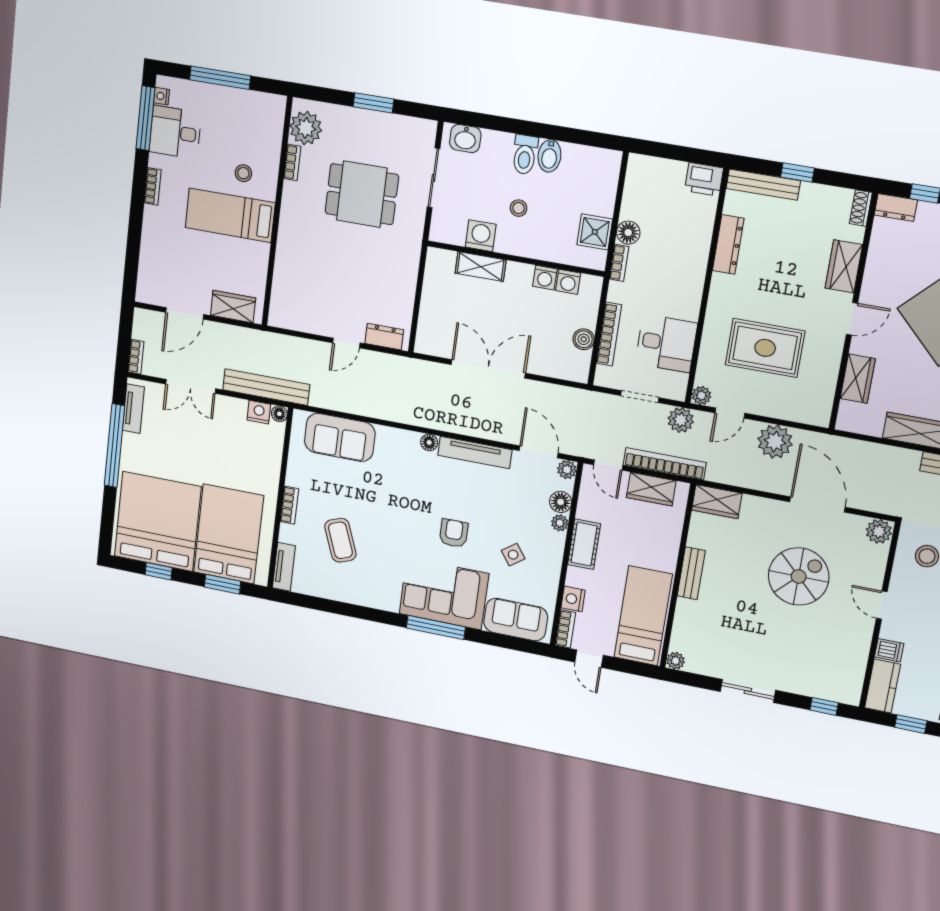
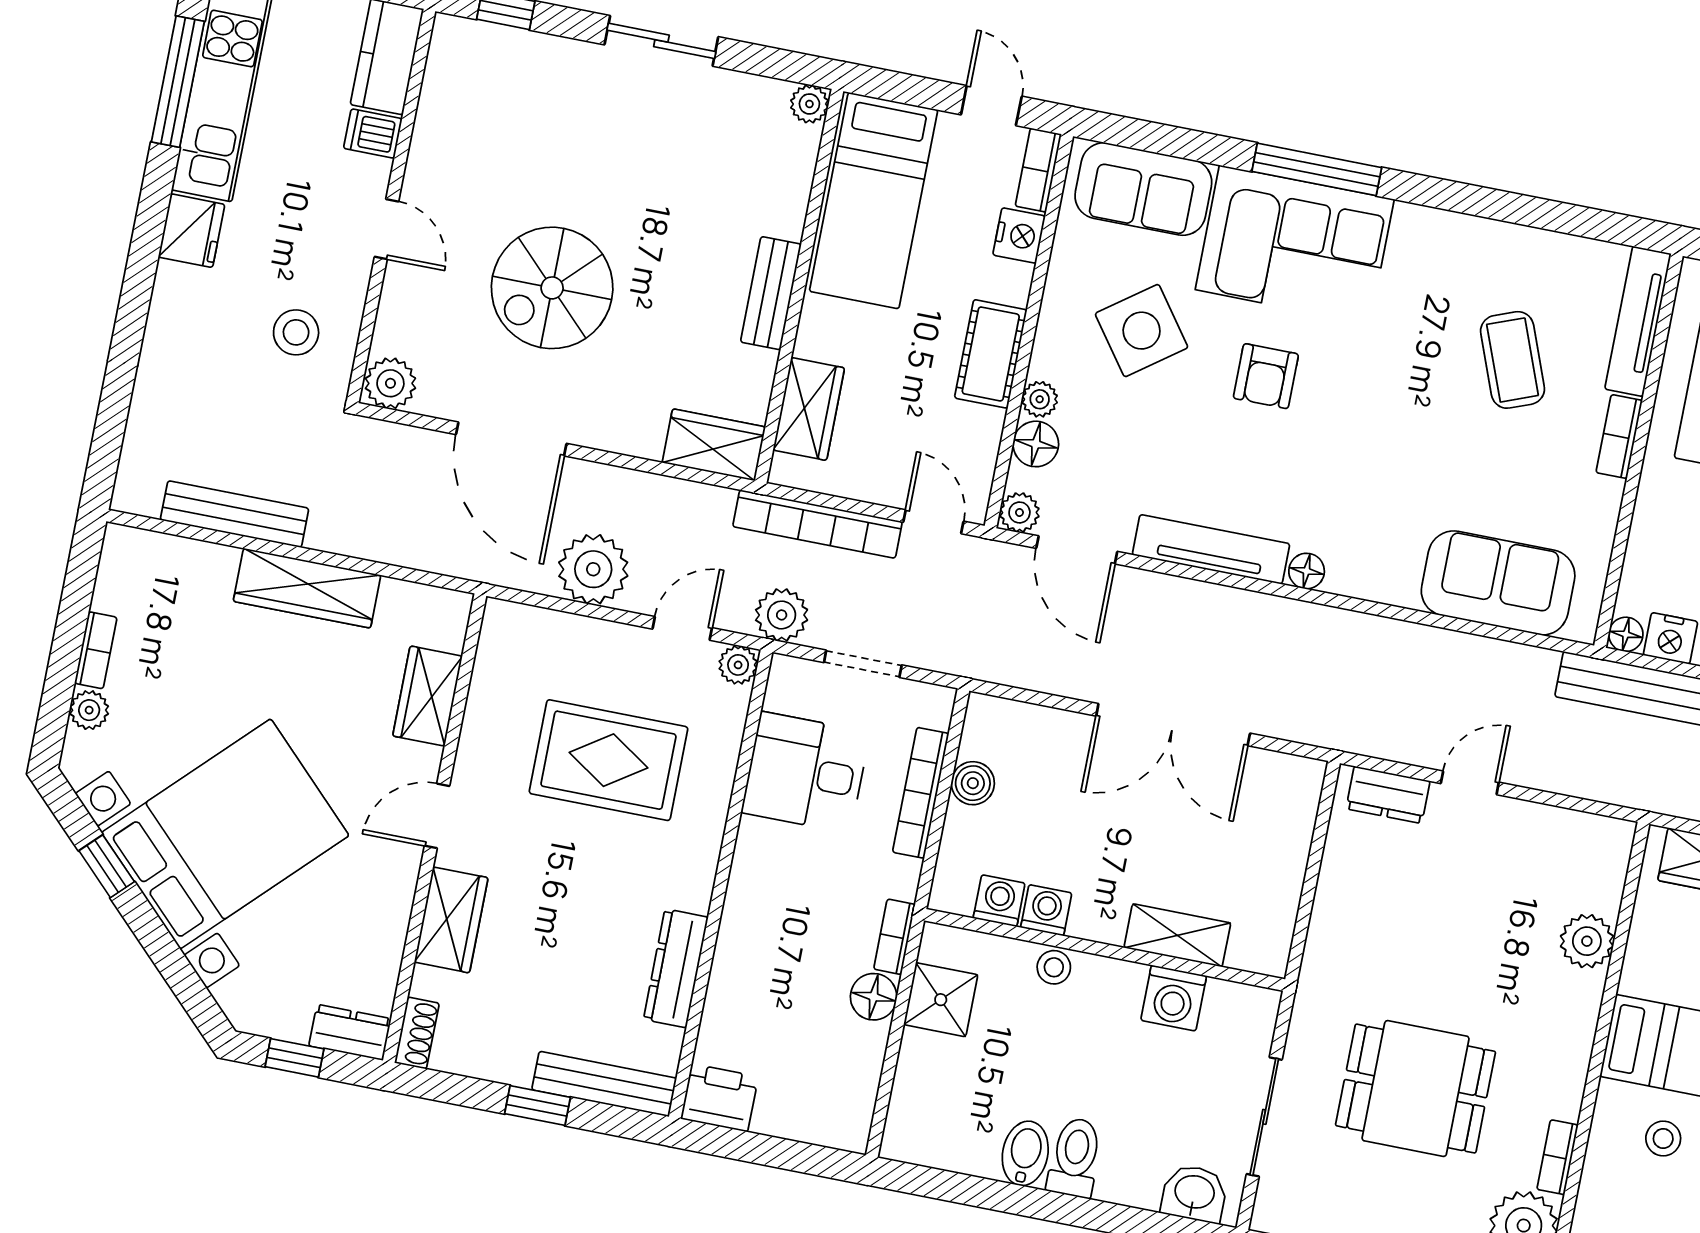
stool: (519, 208) -> (1054, 967), moved
plant: (286, 268) -> (1587, 941), added
wardrobe: (651, 489) -> (809, 409), moved, turned 90
side table: (513, 555) -> (1142, 331), width x1.87, depth x1.87
tv unit: (284, 567) -> (1638, 321), width x1.41

